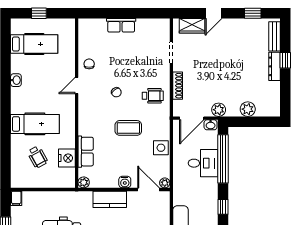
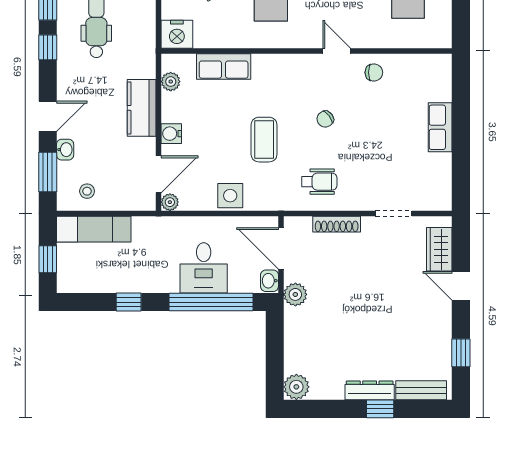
wheelchair: (153, 96) -> (319, 182), turned -90
plant: (248, 109) -> (296, 387), moved
nightstand: (67, 158) -> (177, 34), moved
plant: (84, 182) -> (171, 82), moved

